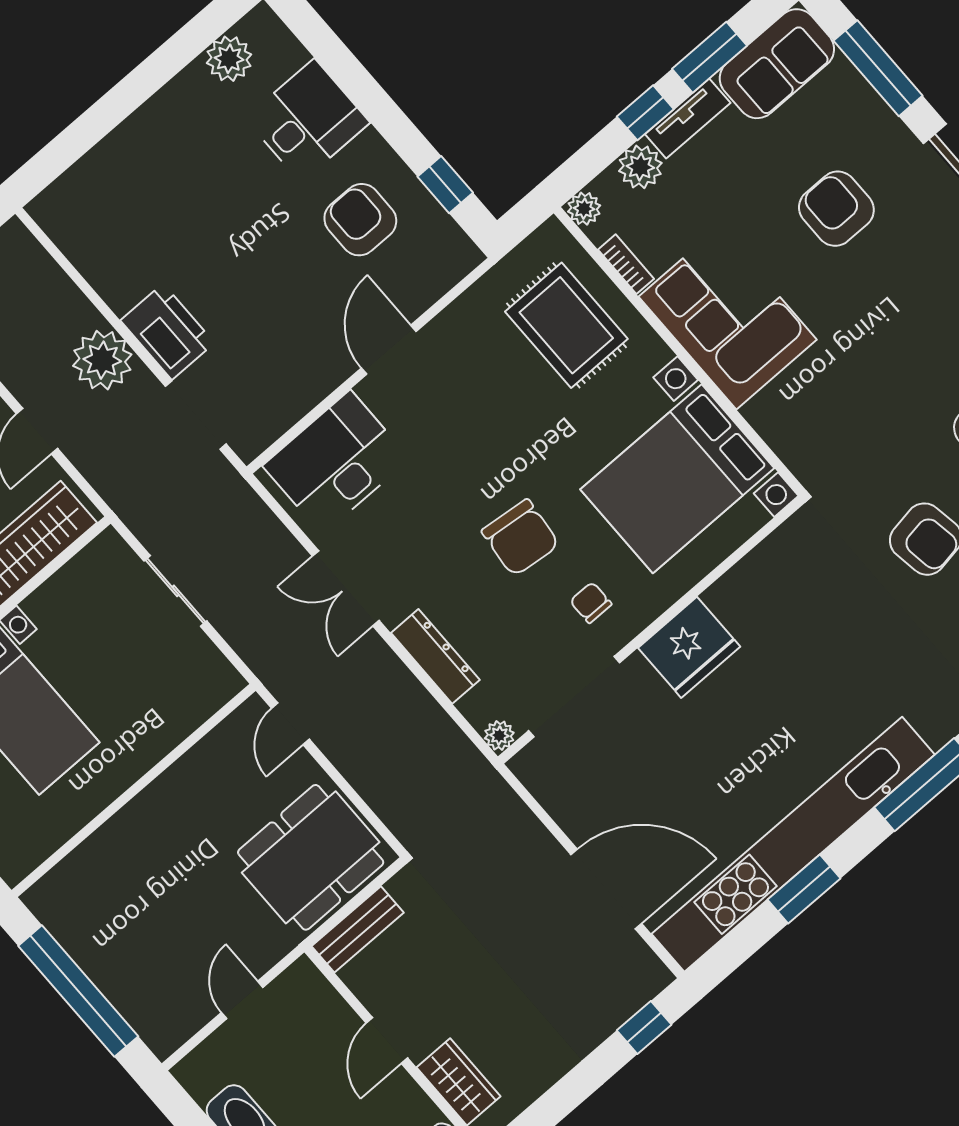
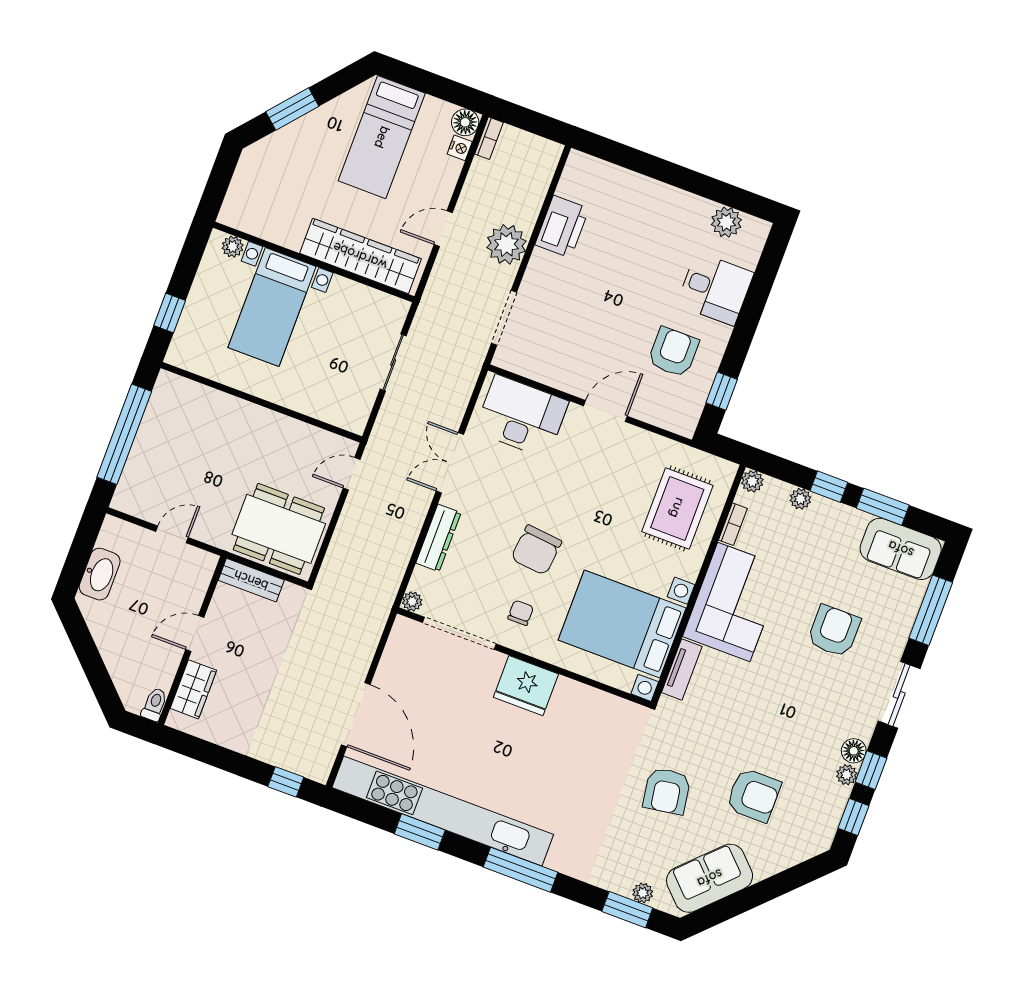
tv unit: (688, 118) -> (682, 669), moved, turned -90
plant: (640, 167) -> (800, 499), width x0.73, depth x0.73
printer: (167, 332) -> (562, 227), moved

